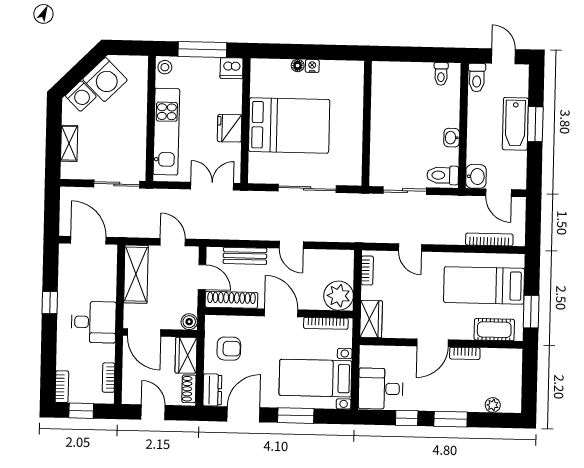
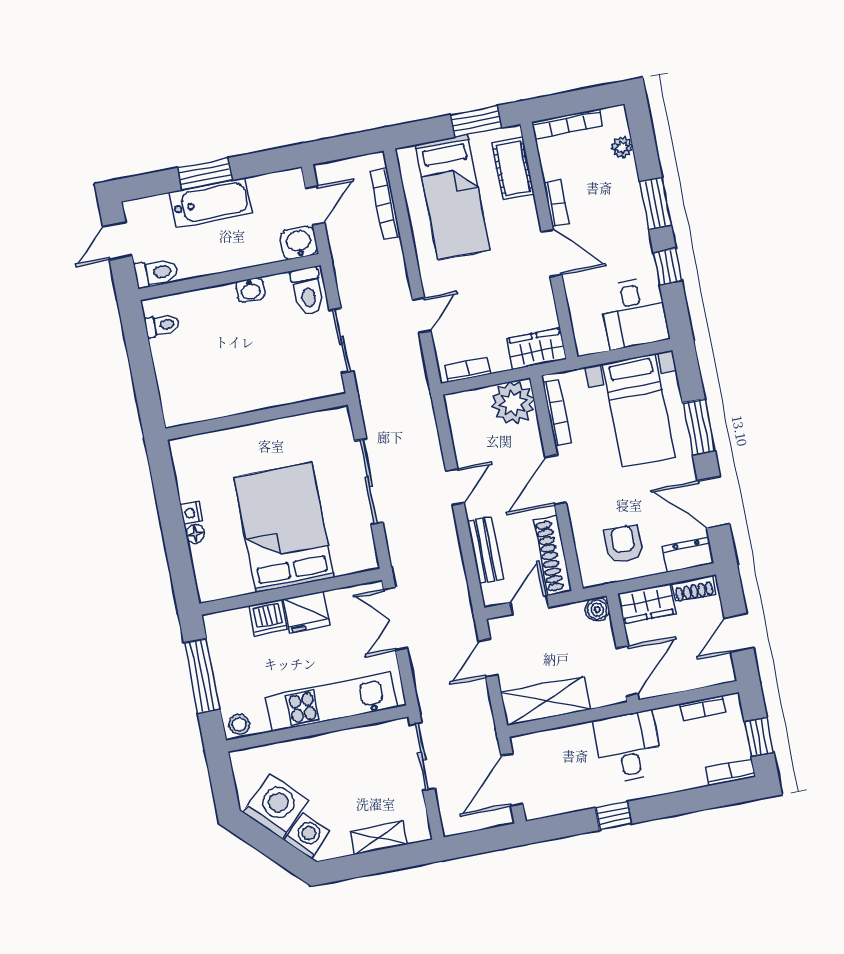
dishwasher: (232, 68) -> (268, 618), moved, turned 90
bookcase: (516, 372) -> (567, 124), added

